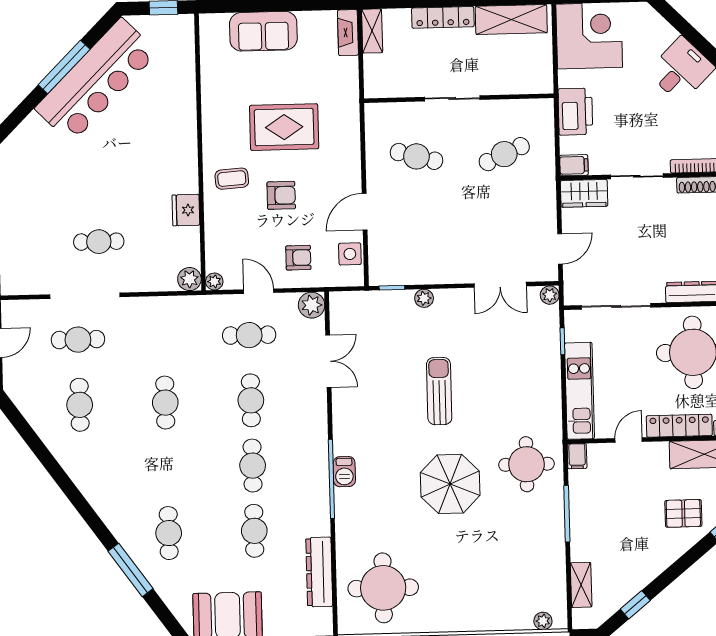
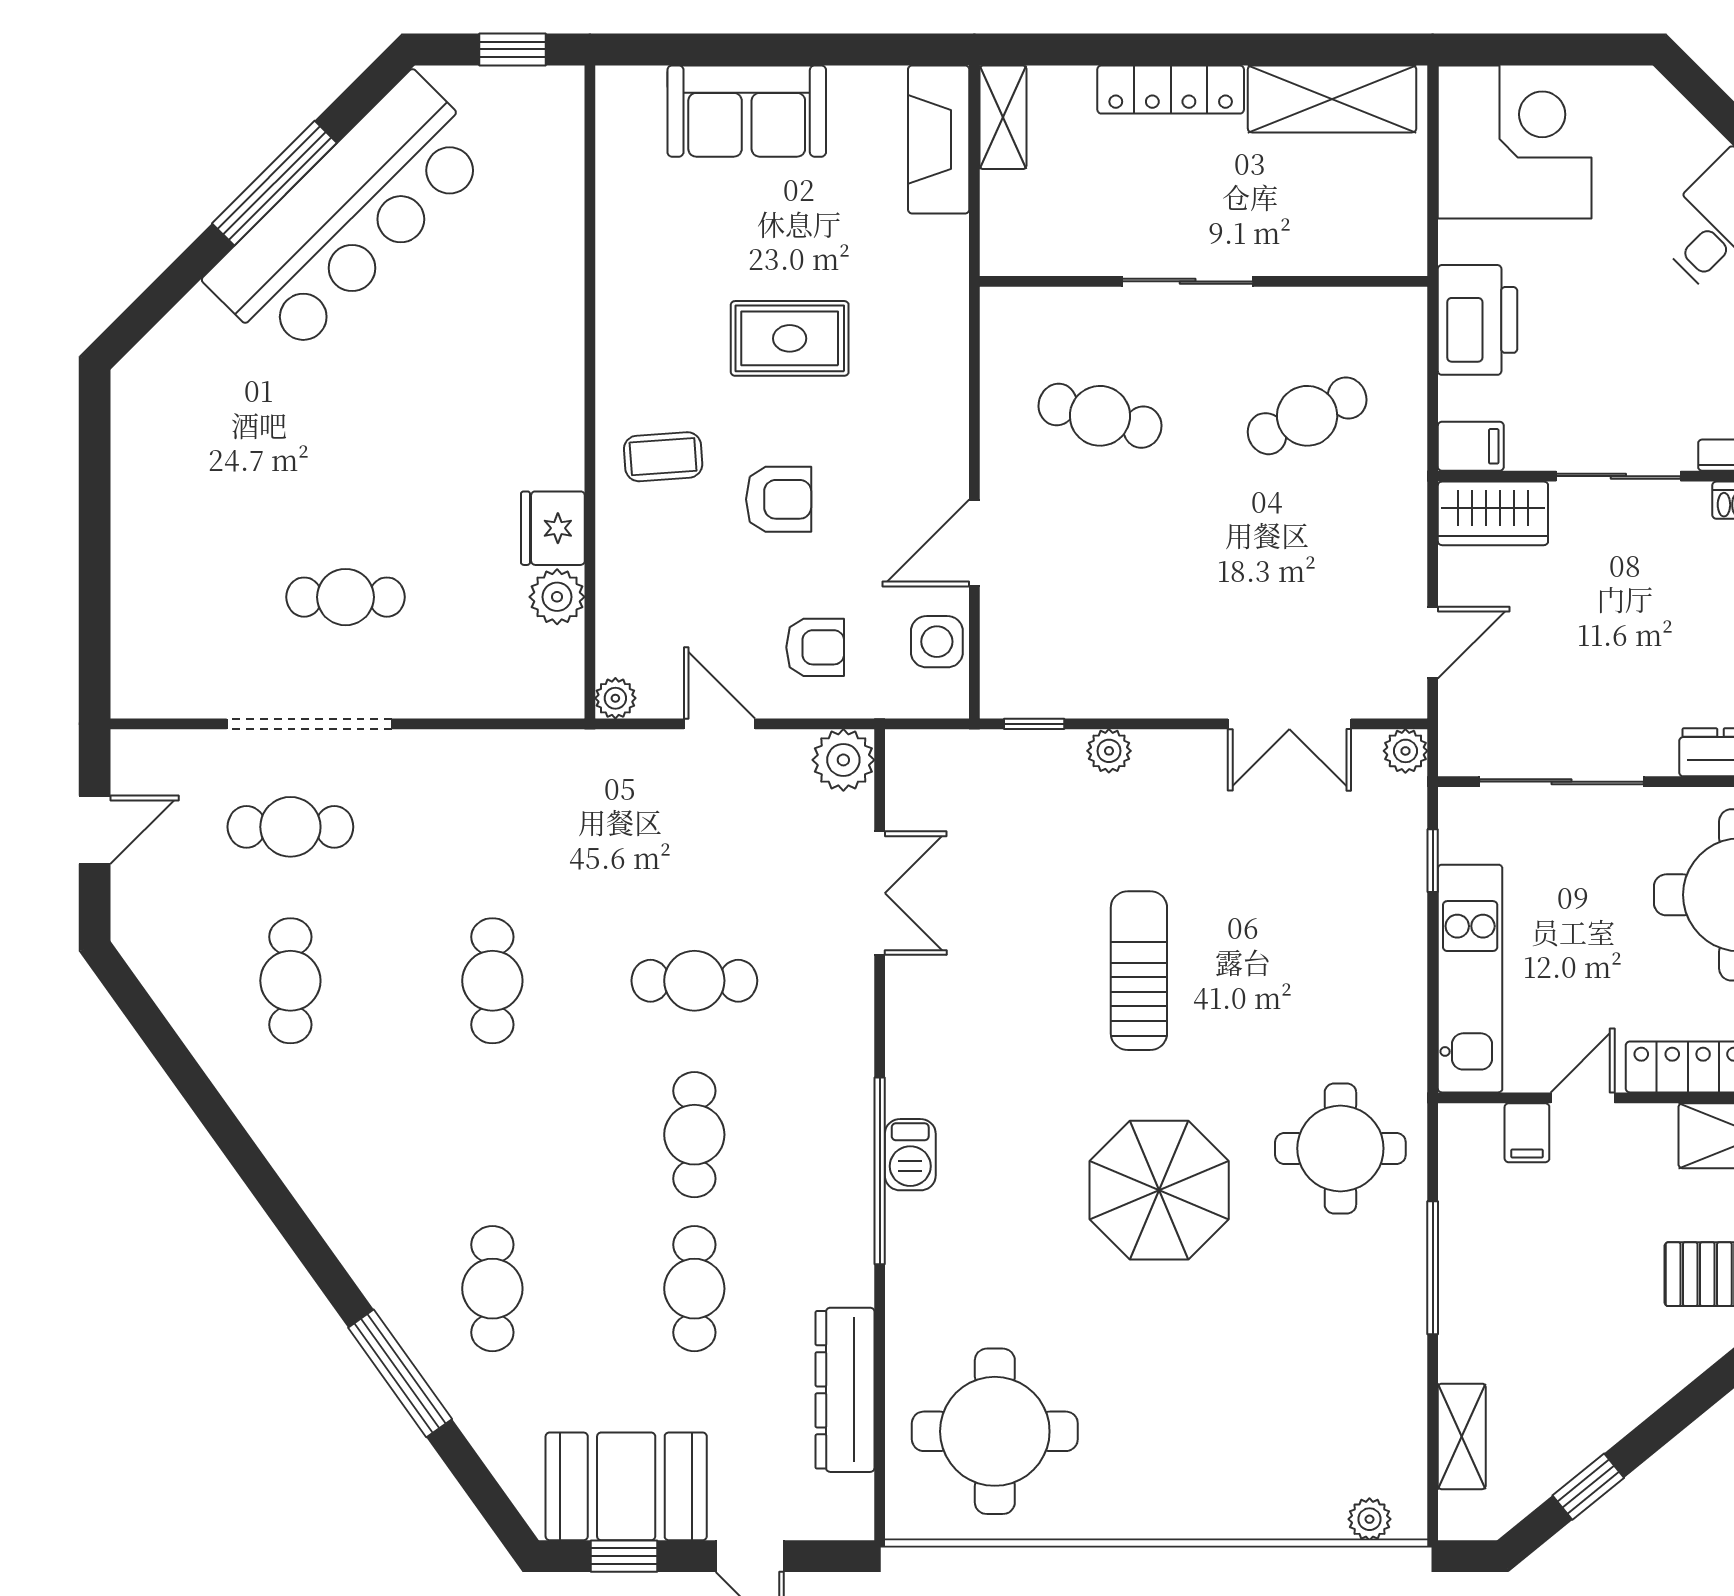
fireplace: (348, 33) -> (939, 139), width x1.37, depth x1.32
rug: (284, 127) -> (790, 338), width x0.73, depth x0.70
plant: (189, 279) -> (557, 597), moved
cafe table: (249, 335) -> (694, 827), removed
cafe table: (251, 400) -> (694, 981), turned 90
filing cabinet: (577, 456) -> (1527, 1133), moved

